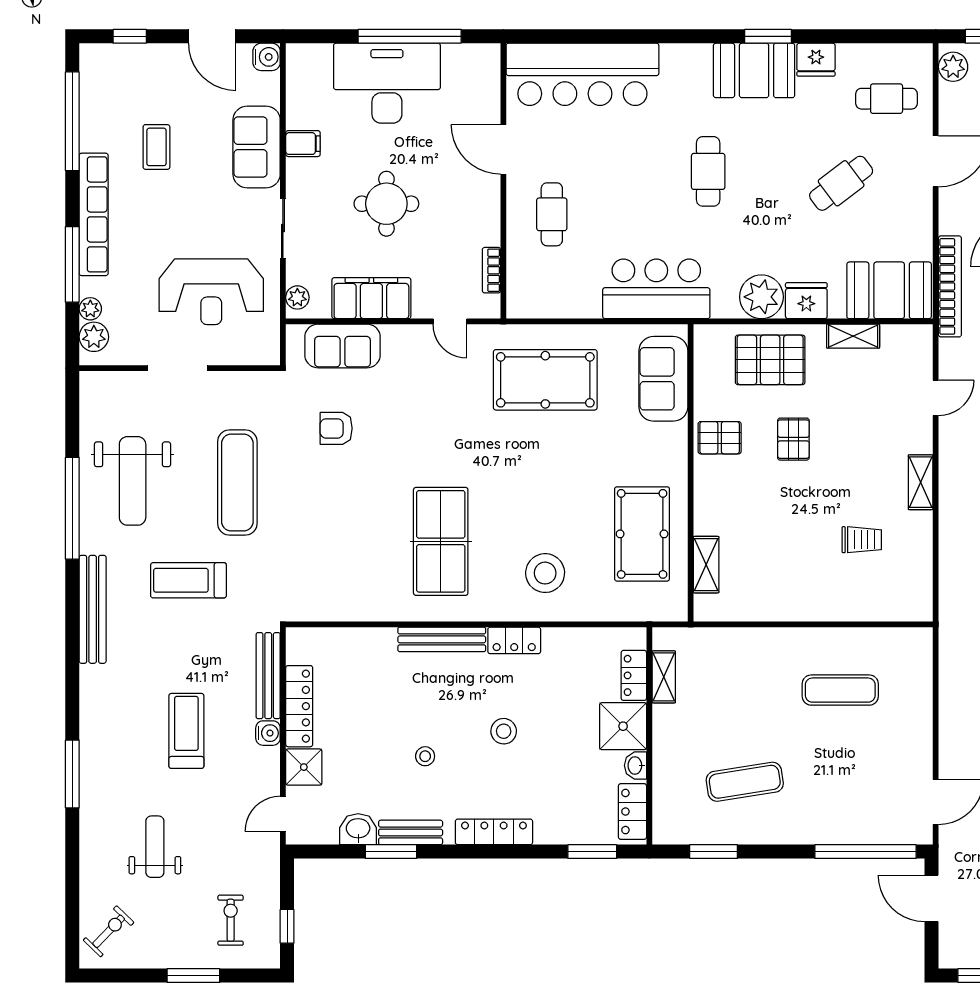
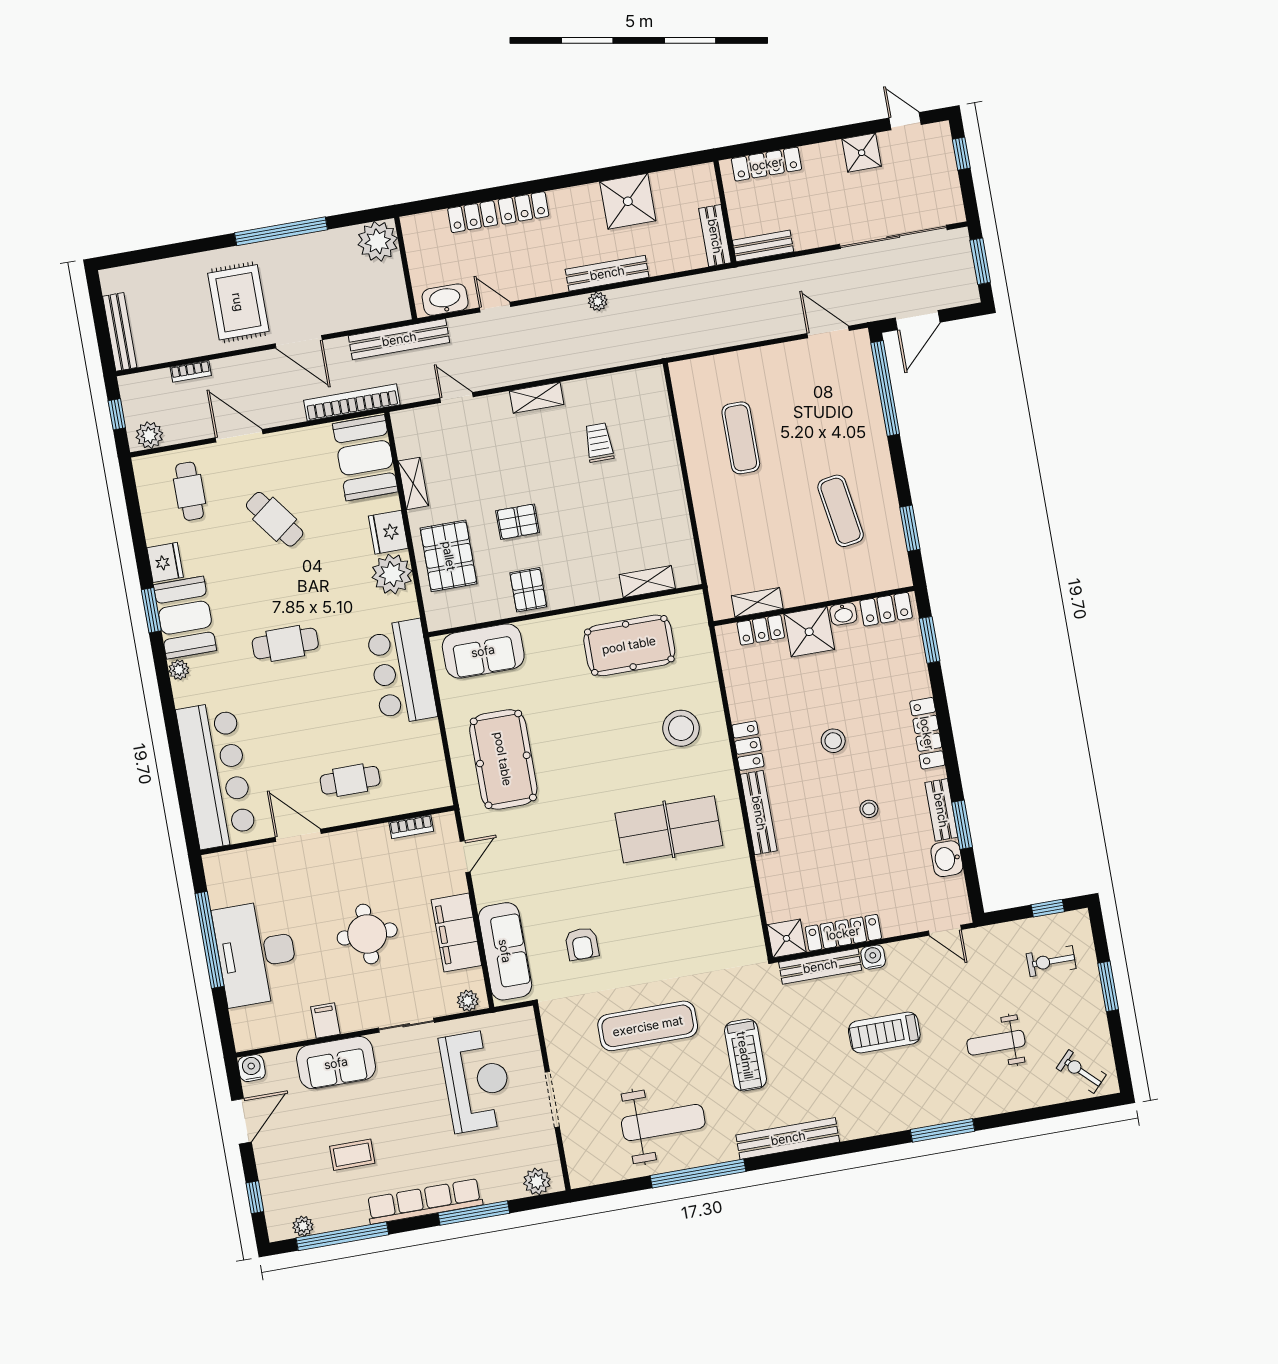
plant: (700, 54) -> (179, 670), added
door: (503, 149) -> (298, 835), swing flipped
plant: (90, 309) -> (303, 1226), moved
sofa: (342, 346) -> (505, 951), width x1.36
shower: (304, 767) -> (786, 938), moved

